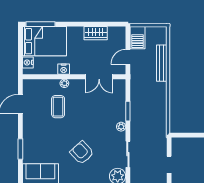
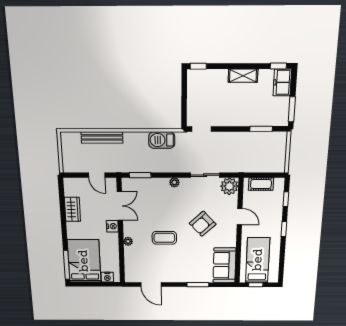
barbecue: (138, 38) -> (162, 140), moved, turned 180
nightstand: (64, 69) -> (112, 226), moved
coffee table: (58, 107) -> (164, 238), moved
window: (128, 111) -> (140, 175), moved
doorway: (169, 165) -> (202, 129), moved

